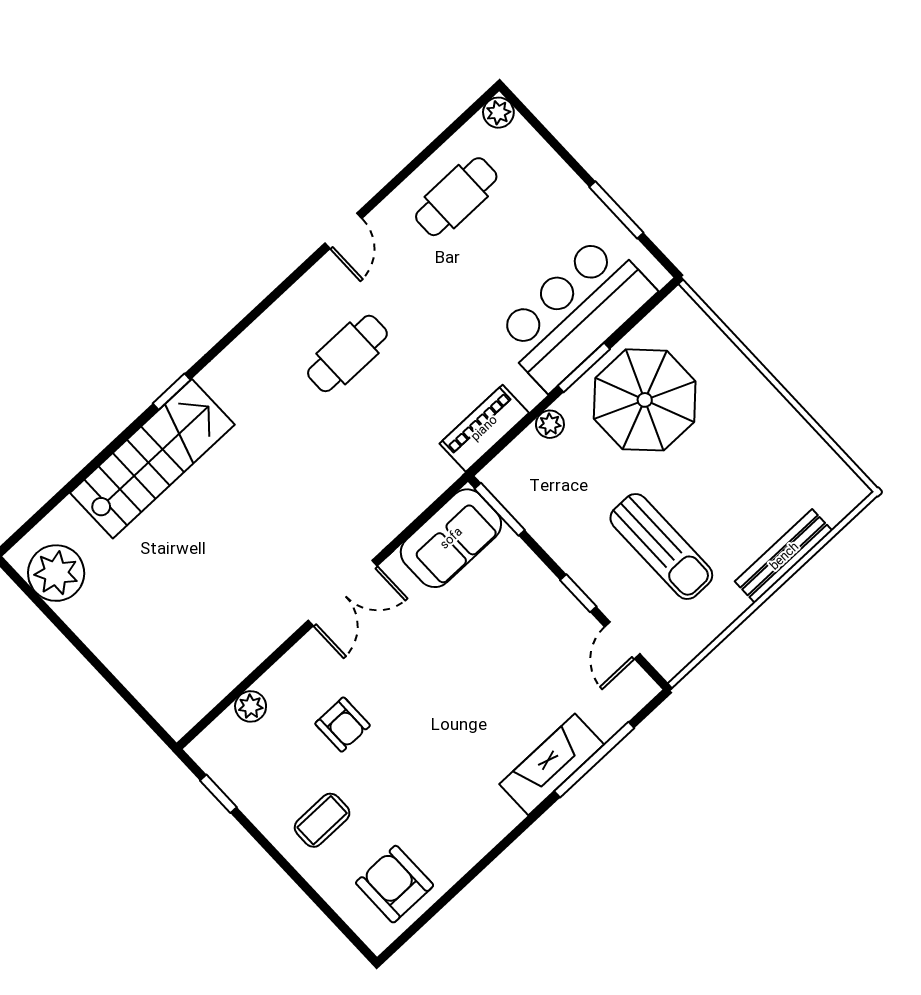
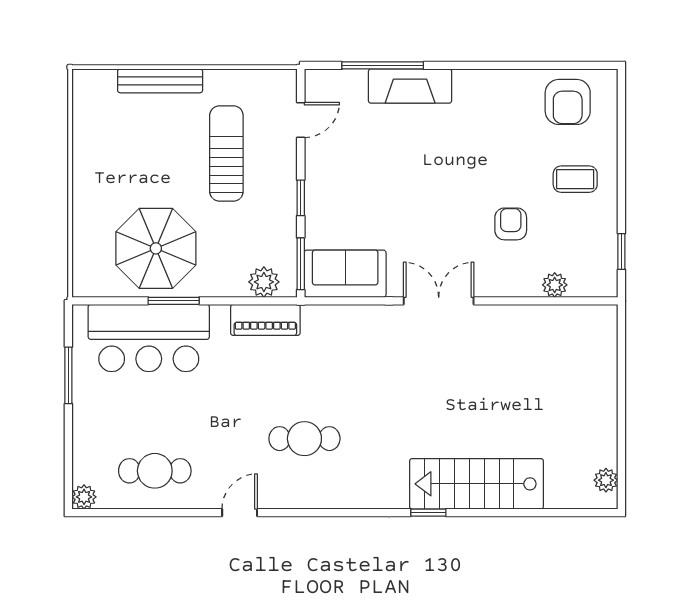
plant: (550, 424) -> (264, 282), moved, width x1.38, depth x1.38
plant: (56, 573) -> (606, 480), width x0.53, depth x0.53
window: (578, 593) -> (301, 198), moved

